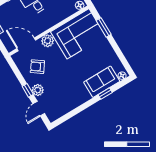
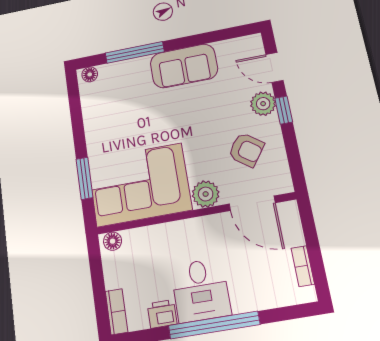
sofa: (102, 82) -> (184, 66), moved
window: (105, 94) -> (135, 52), width x2.17
door: (39, 109) -> (274, 67), swing flipped

